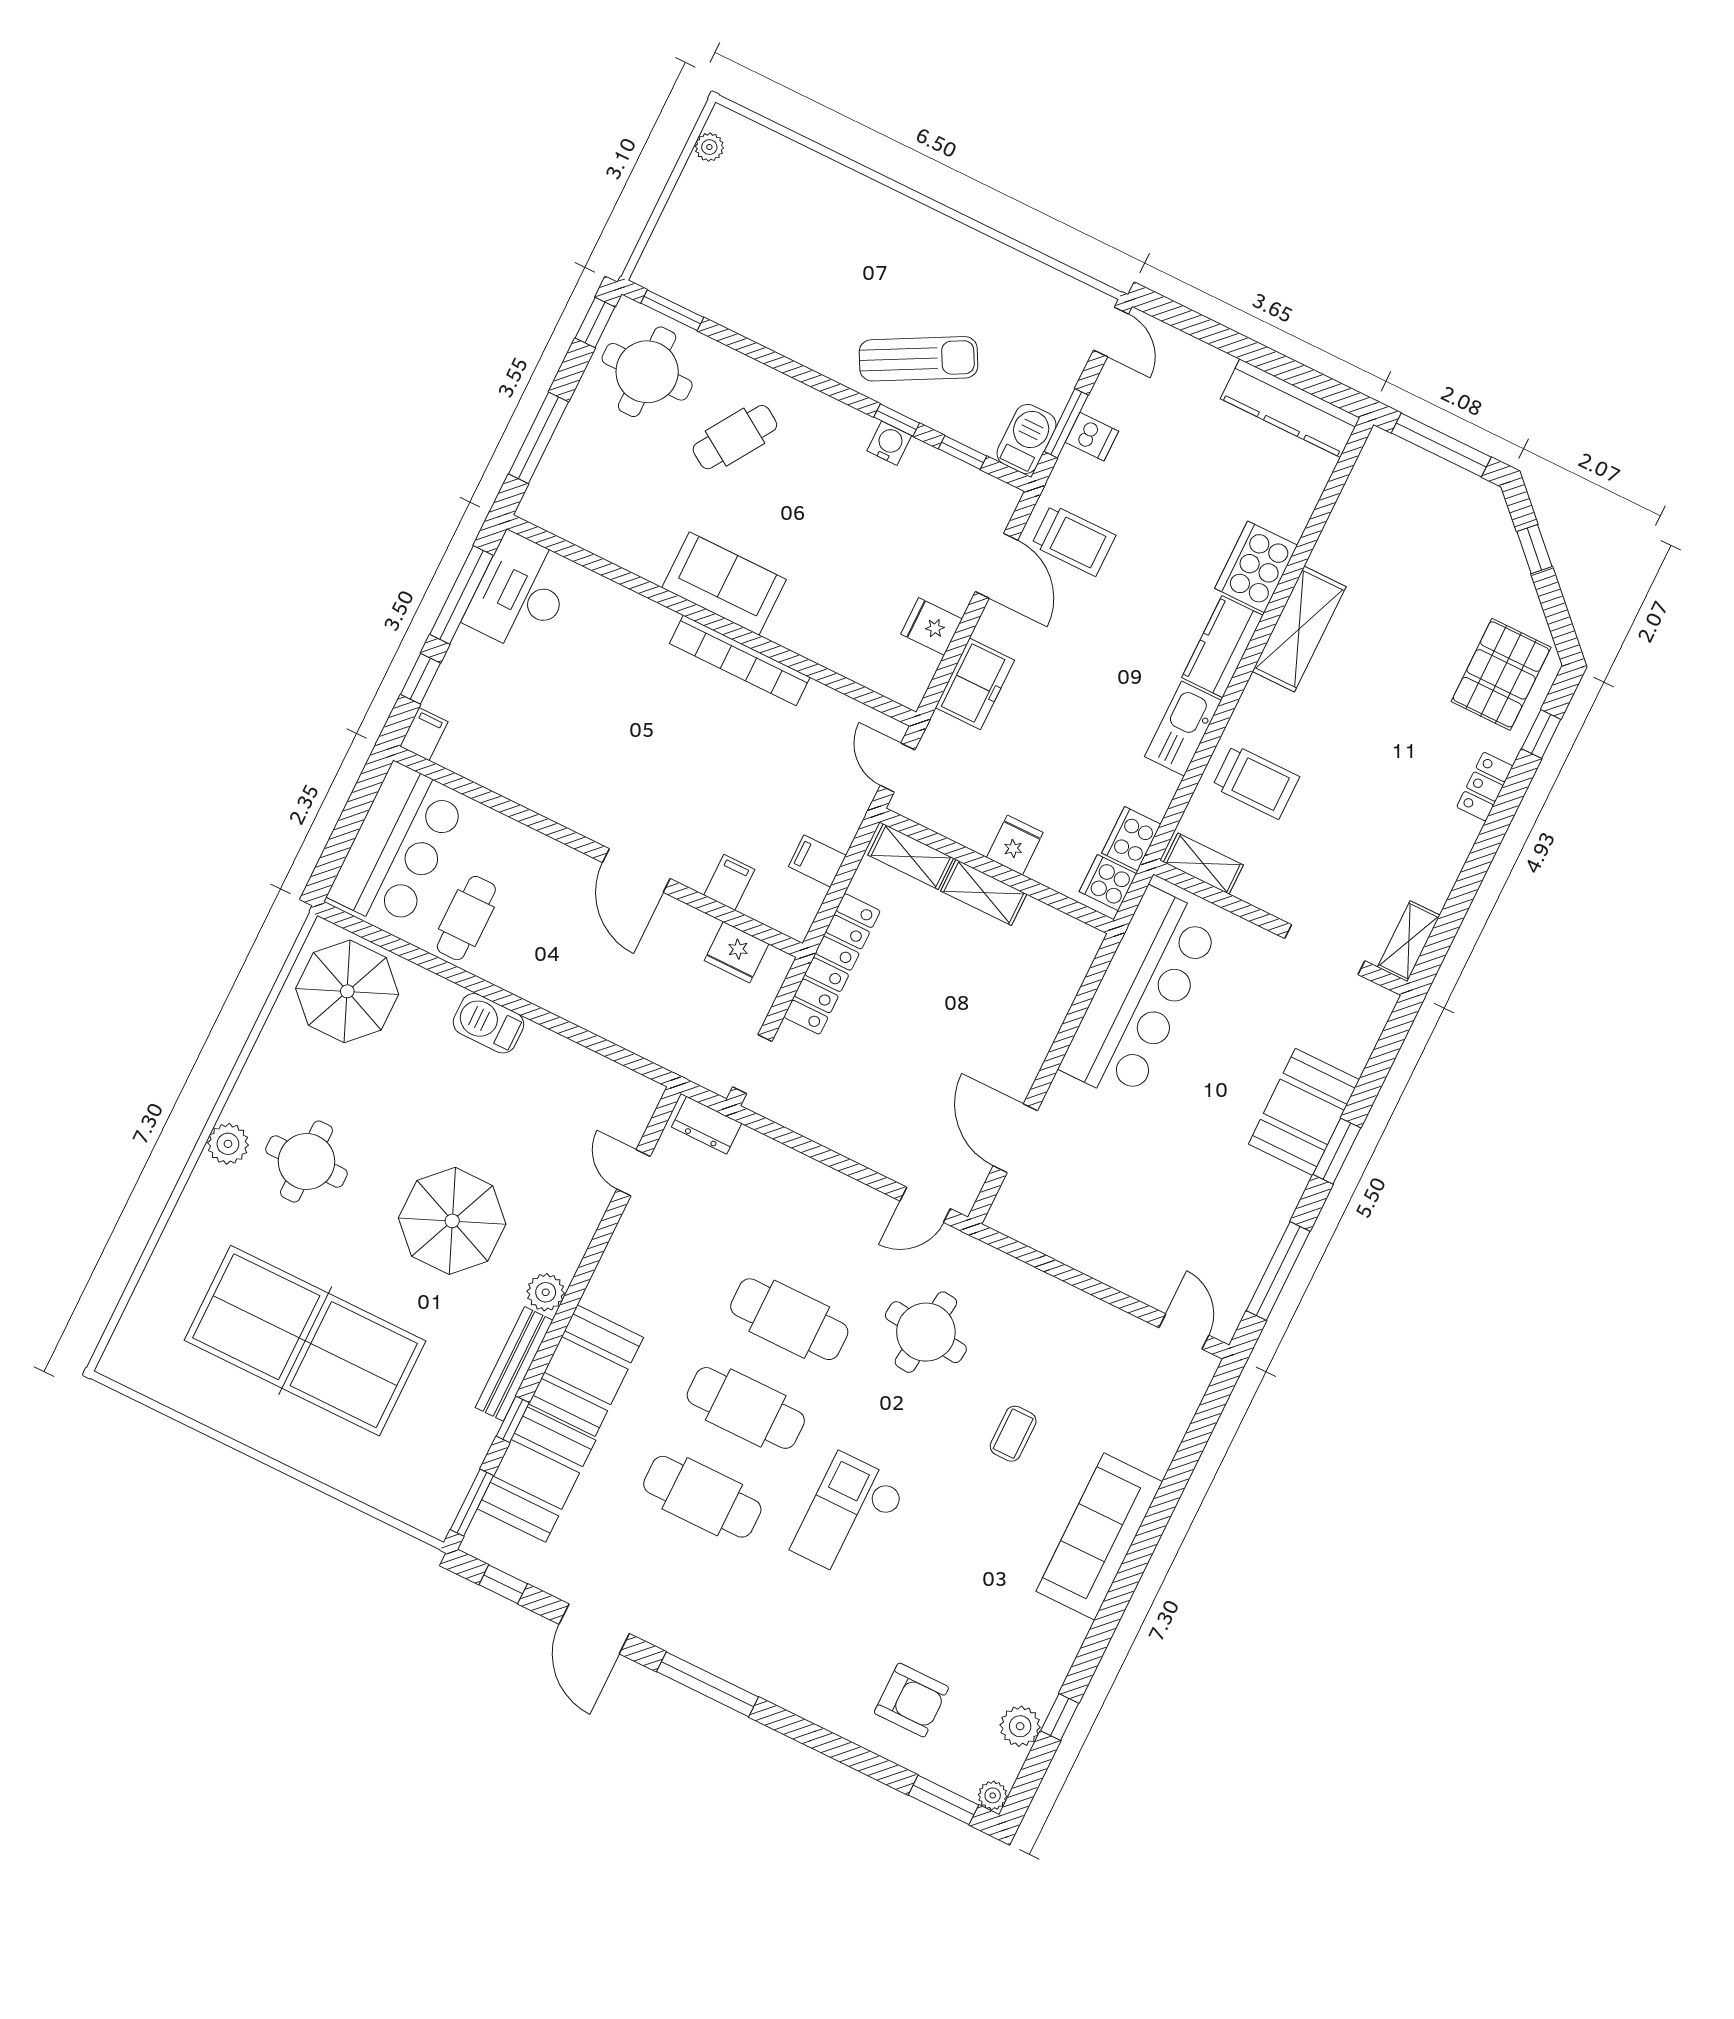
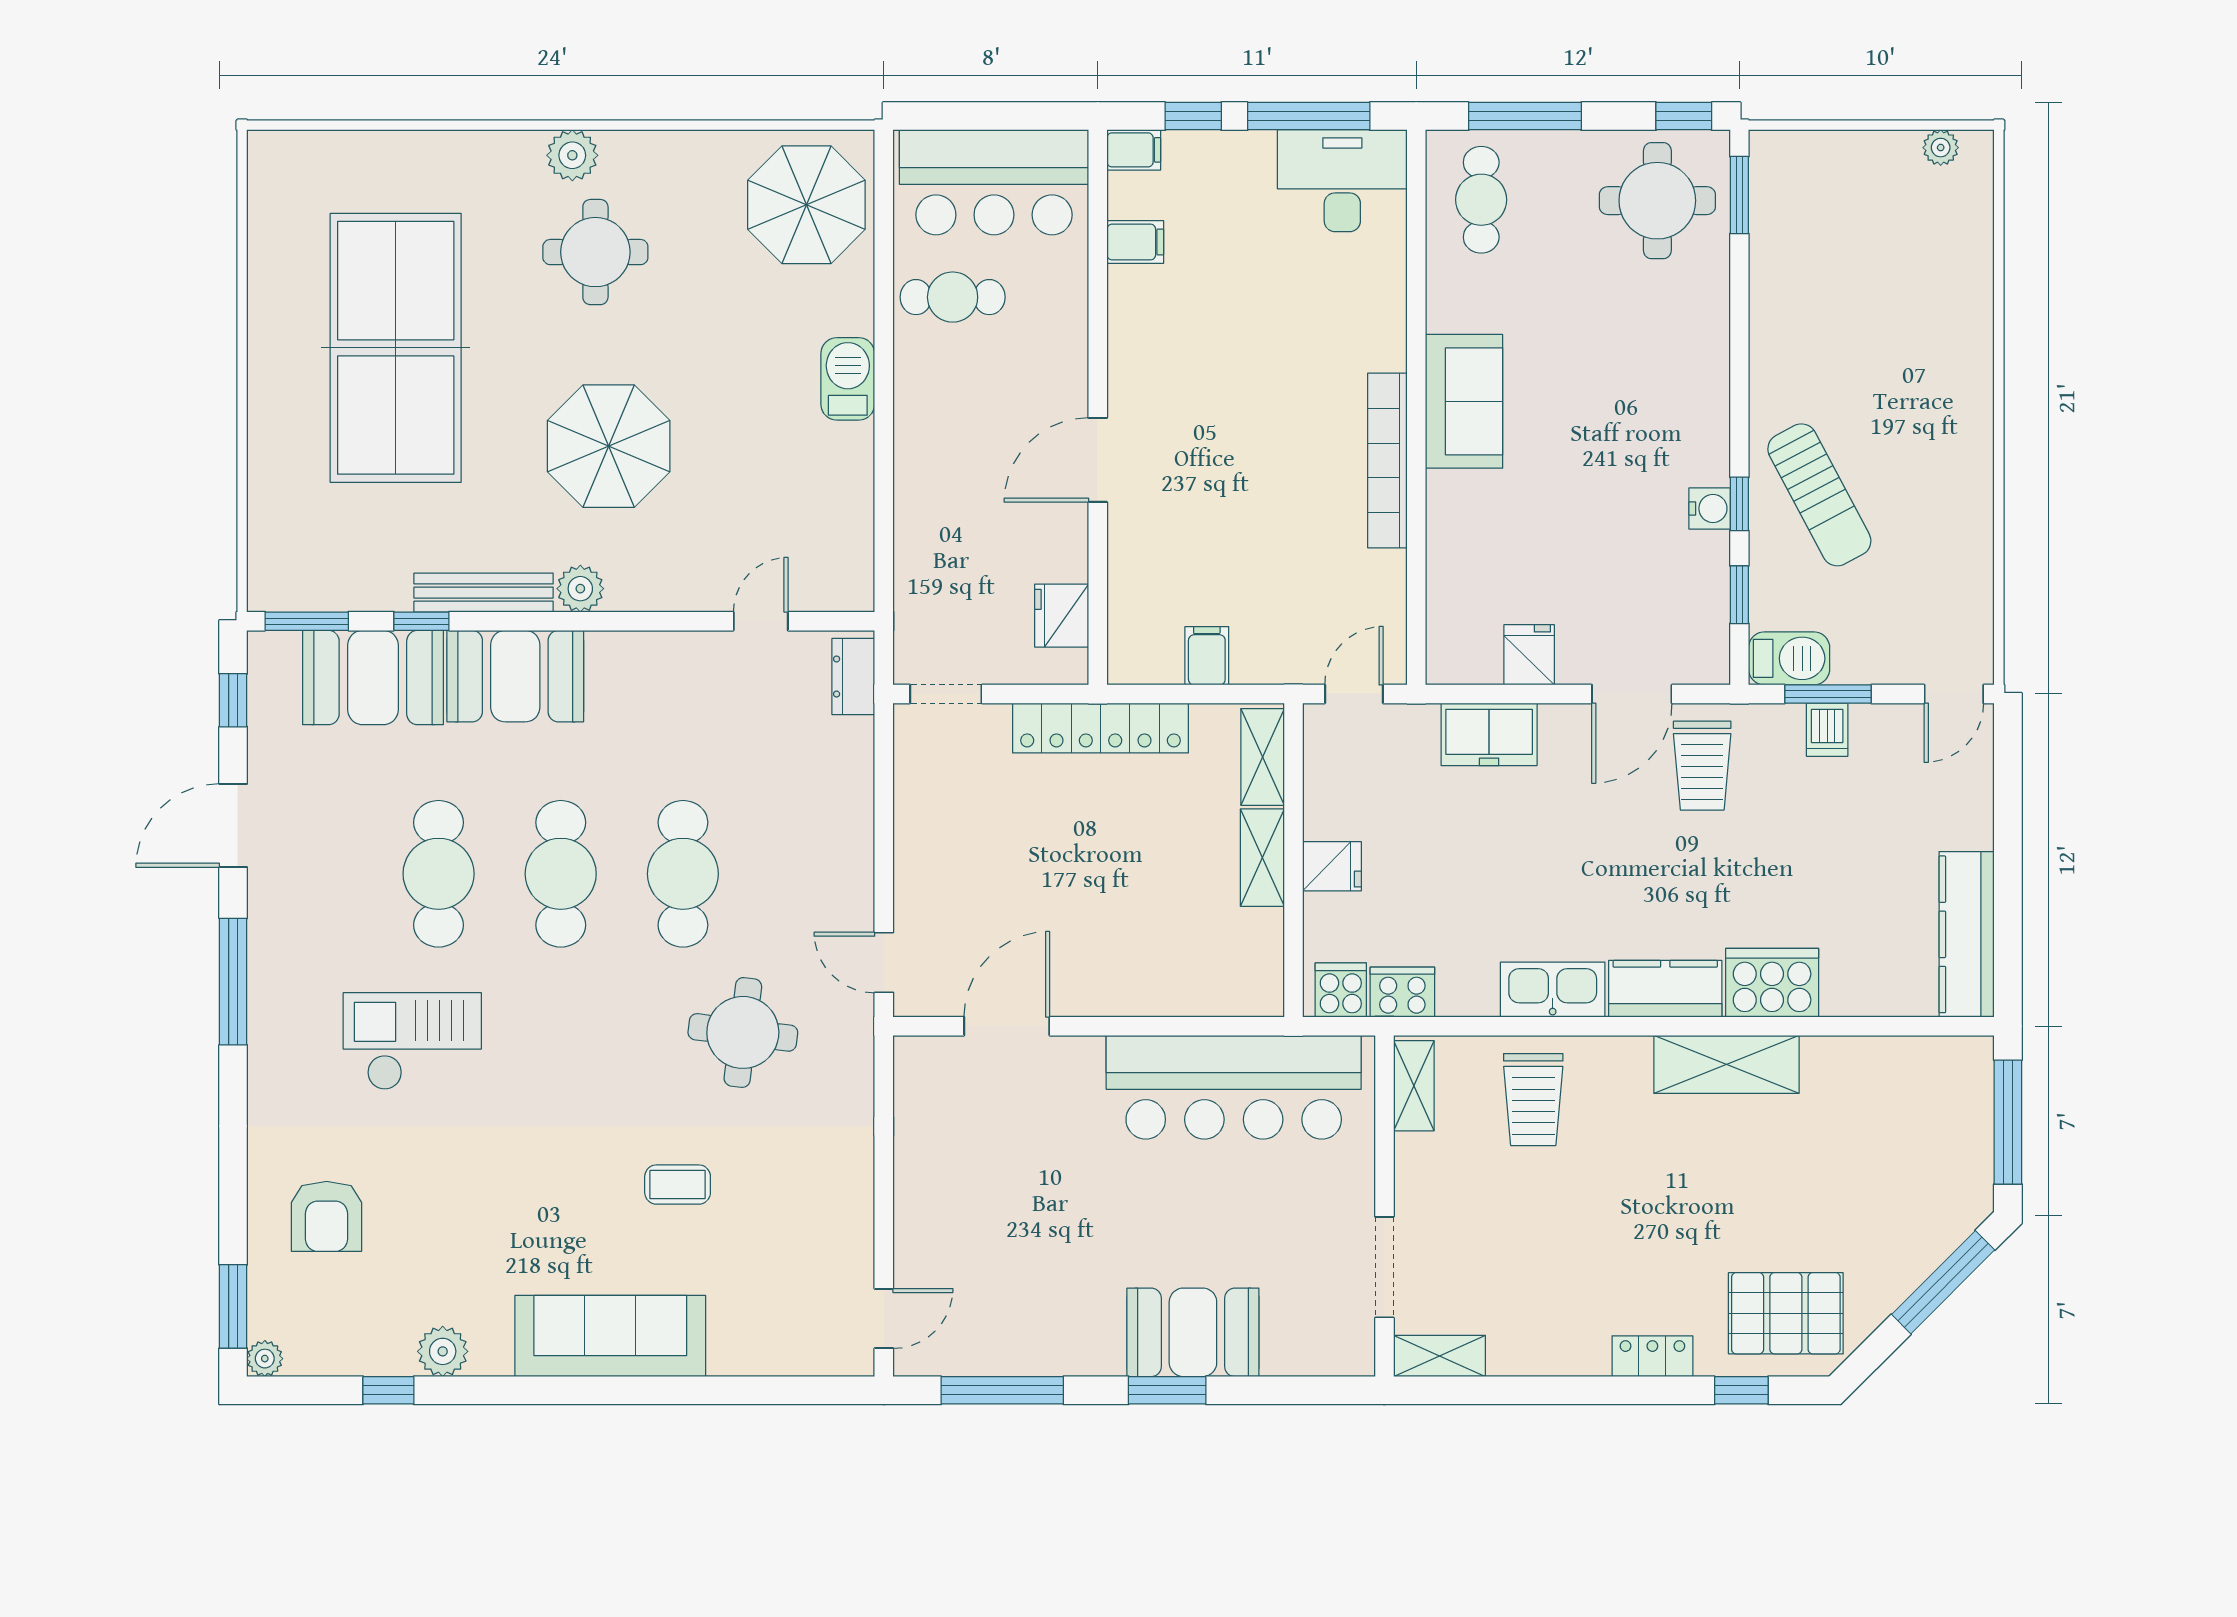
cafe table: (735, 437) -> (1481, 200), moved, turned 57
window: (1534, 549) -> (1943, 1282), width x2.17
filing cabinet: (729, 882) -> (1135, 242), moved
checkout: (849, 1517) -> (412, 1041), moved
plant: (1020, 1726) -> (443, 1351), moved

